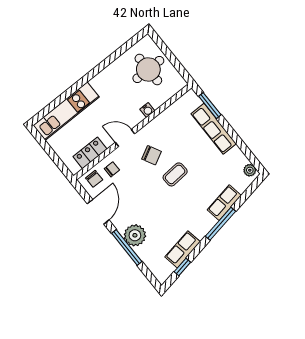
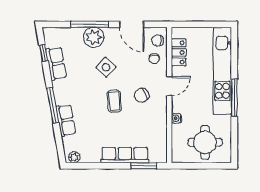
window: (91, 75) -> (234, 98), added
kitchen unit: (66, 111) -> (222, 71), width x1.36
side table: (152, 204) -> (106, 67), added

